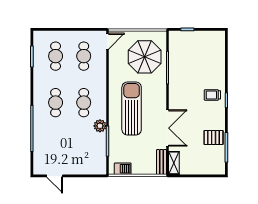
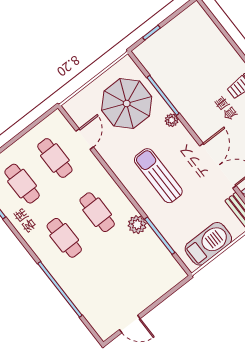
door: (107, 41) -> (85, 139), moved
plant: (162, 84) -> (172, 120), added
sun lounger: (132, 108) -> (158, 176), width x0.73, depth x0.75
barbecue: (123, 169) -> (208, 244), width x1.88, depth x1.53

